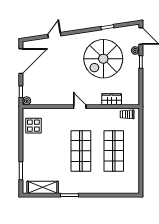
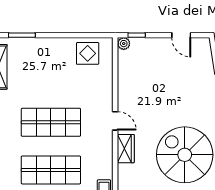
door: (21, 61) -> (181, 35), width x0.53
wardrobe: (112, 99) -> (126, 149), moved
door: (80, 107) -> (115, 121), hinge flipped

